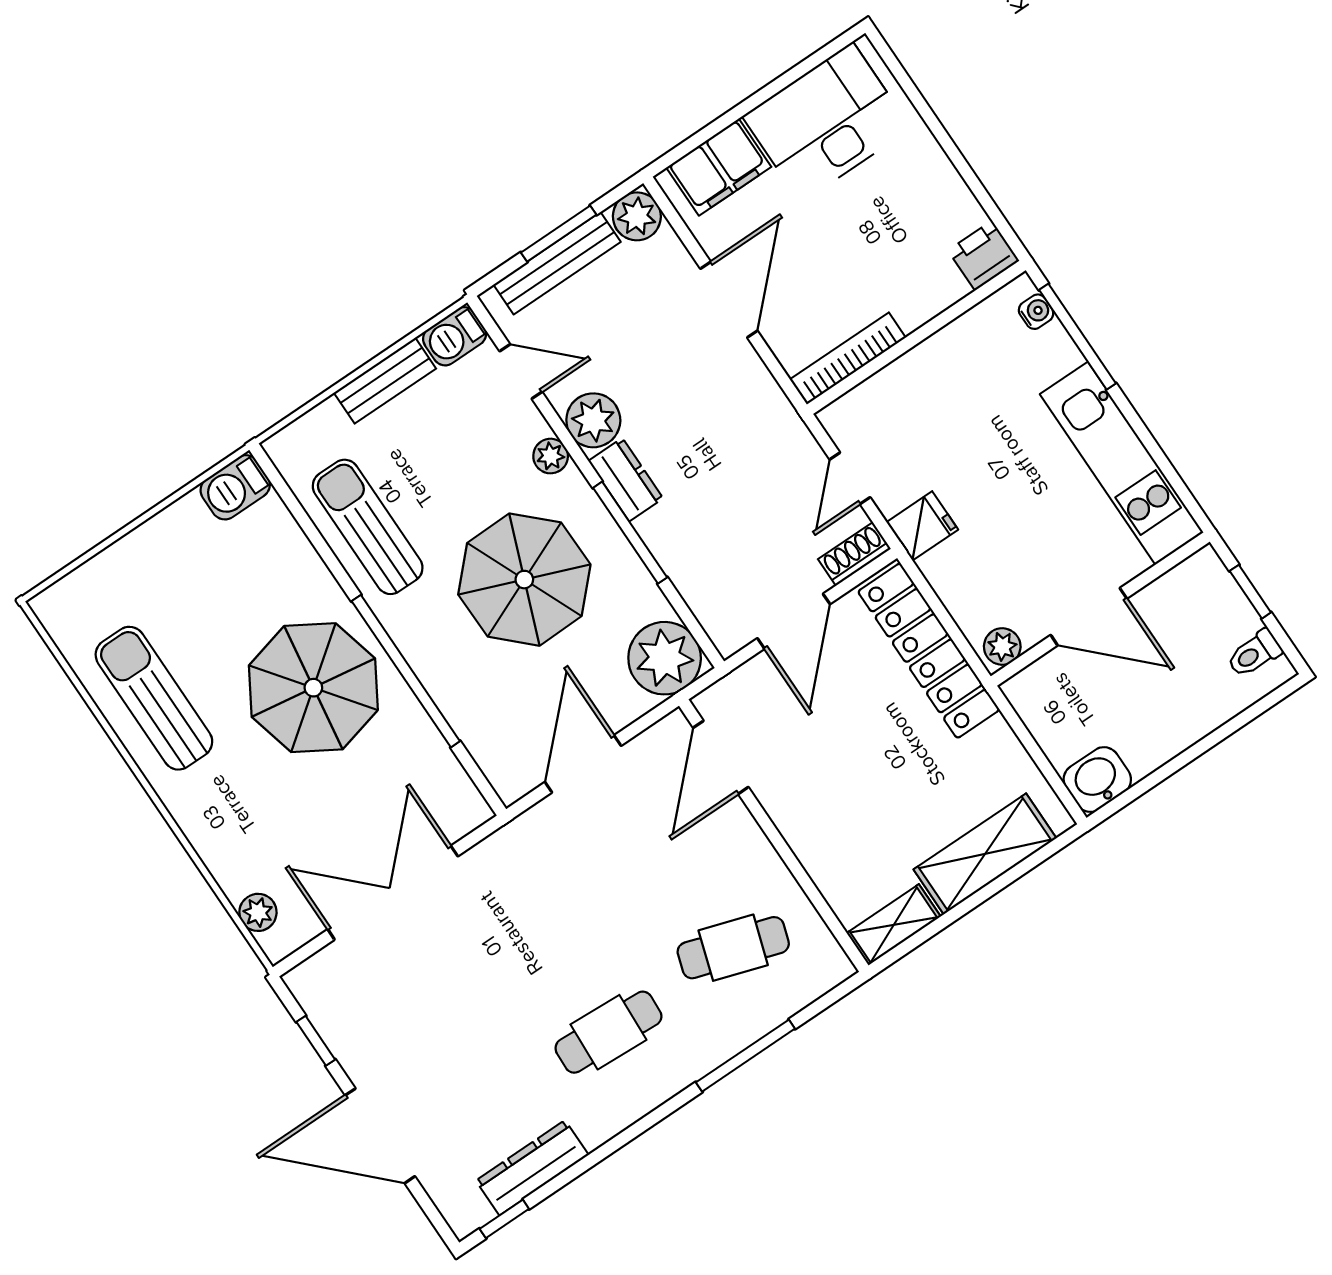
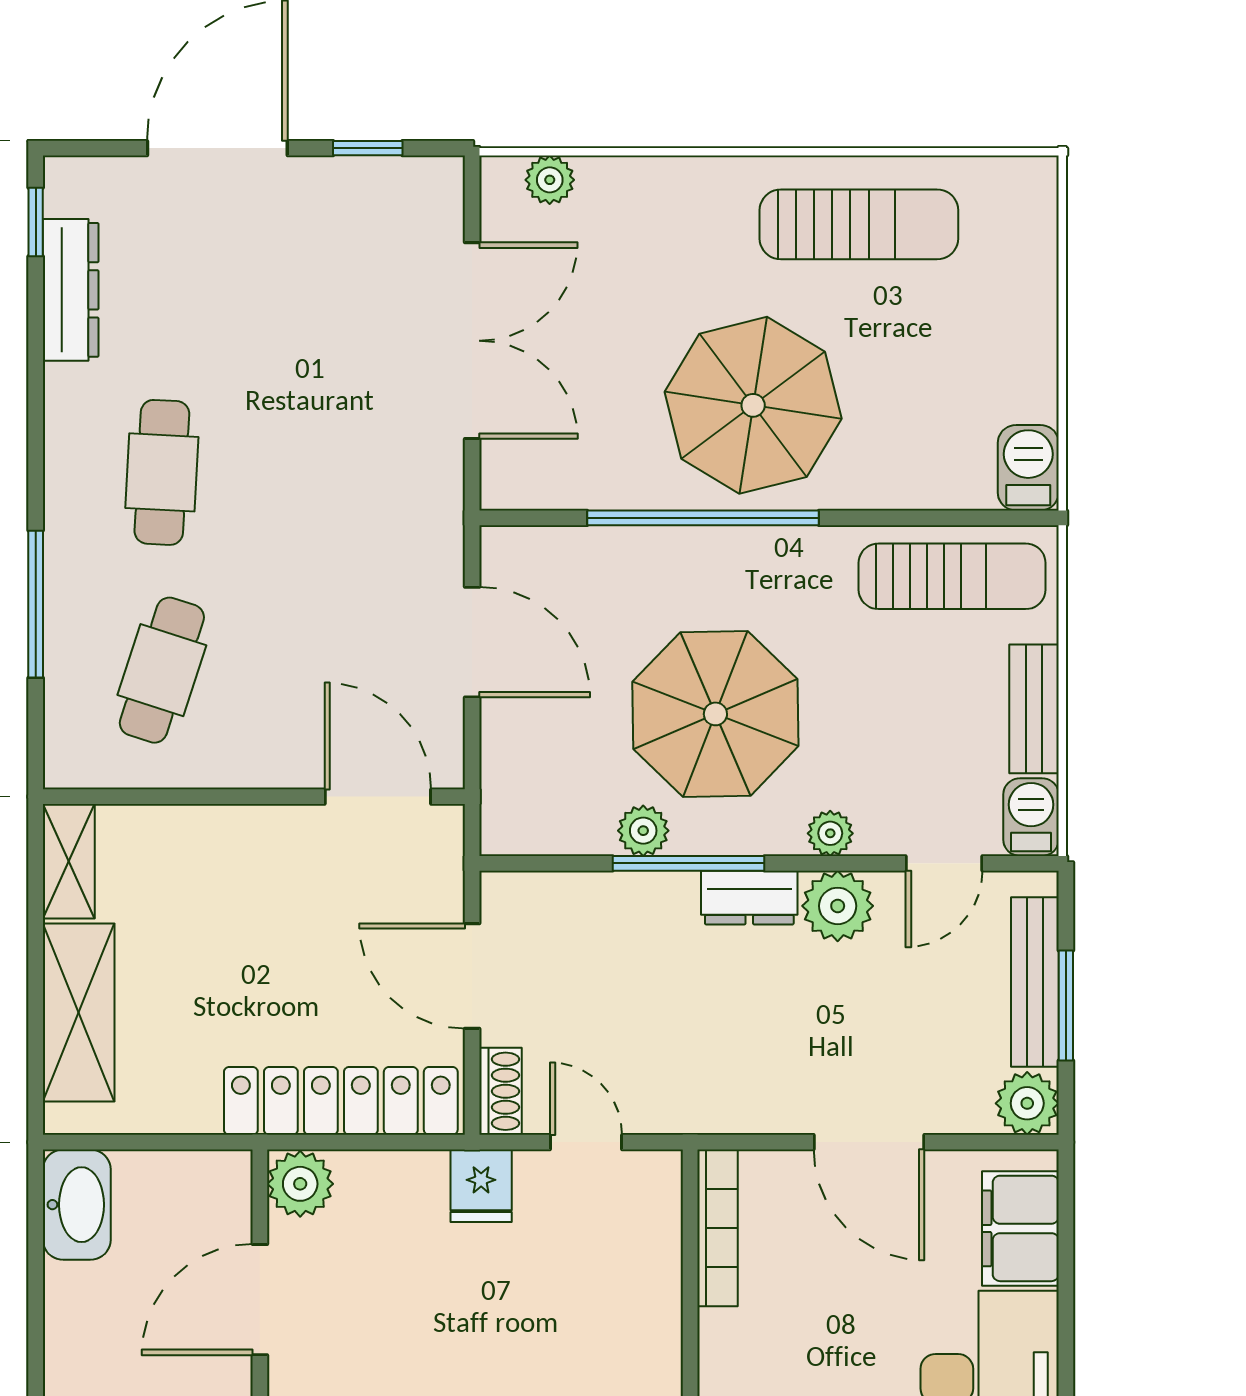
sun lounger: (368, 527) -> (952, 576), moved
plant: (1002, 647) -> (300, 1184), width x1.38, depth x1.38
plant: (665, 658) -> (643, 831), moved, width x0.53, depth x0.53
washbasin: (1097, 780) -> (77, 1205), width x1.38

